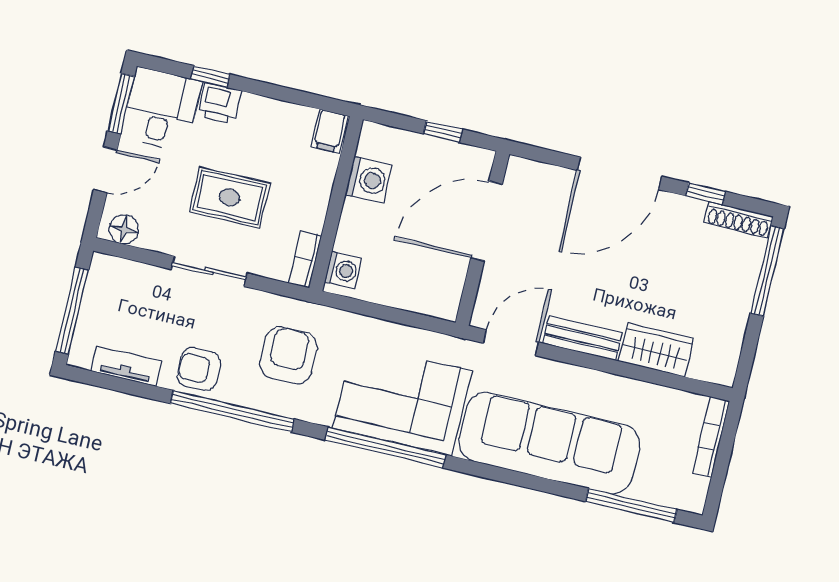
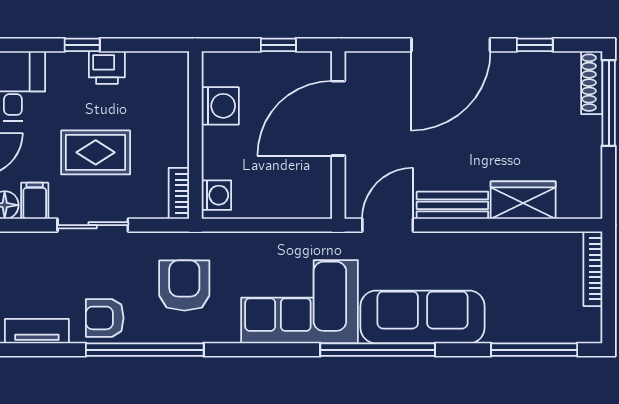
window: (210, 77) -> (82, 45), moved
printer: (220, 103) -> (107, 68), moved
filing cabinet: (329, 131) -> (35, 201), moved, turned 180
shoe rack: (739, 220) -> (592, 83), moved, turned 90
sofa: (549, 443) -> (423, 317), width x0.74, depth x0.79
window: (385, 447) -> (378, 350), moved

